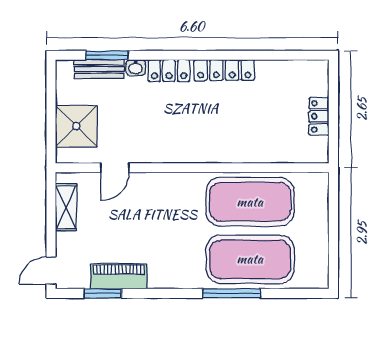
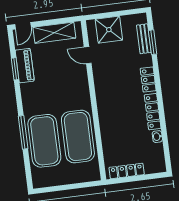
washbasin: (136, 68) -> (157, 137), moved
locker: (319, 116) -> (127, 171), width x1.53
shelving: (66, 207) -> (54, 33), width x1.50, depth x1.33
door: (51, 270) -> (23, 26), swing flipped
window: (103, 293) -> (15, 69), moved

